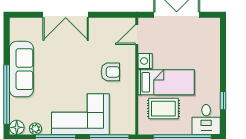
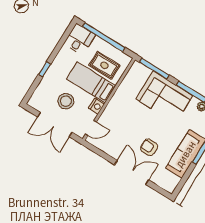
stool: (180, 46) -> (66, 101), added
armchair: (110, 72) -> (149, 147), moved
window: (223, 101) -> (45, 69), moved

